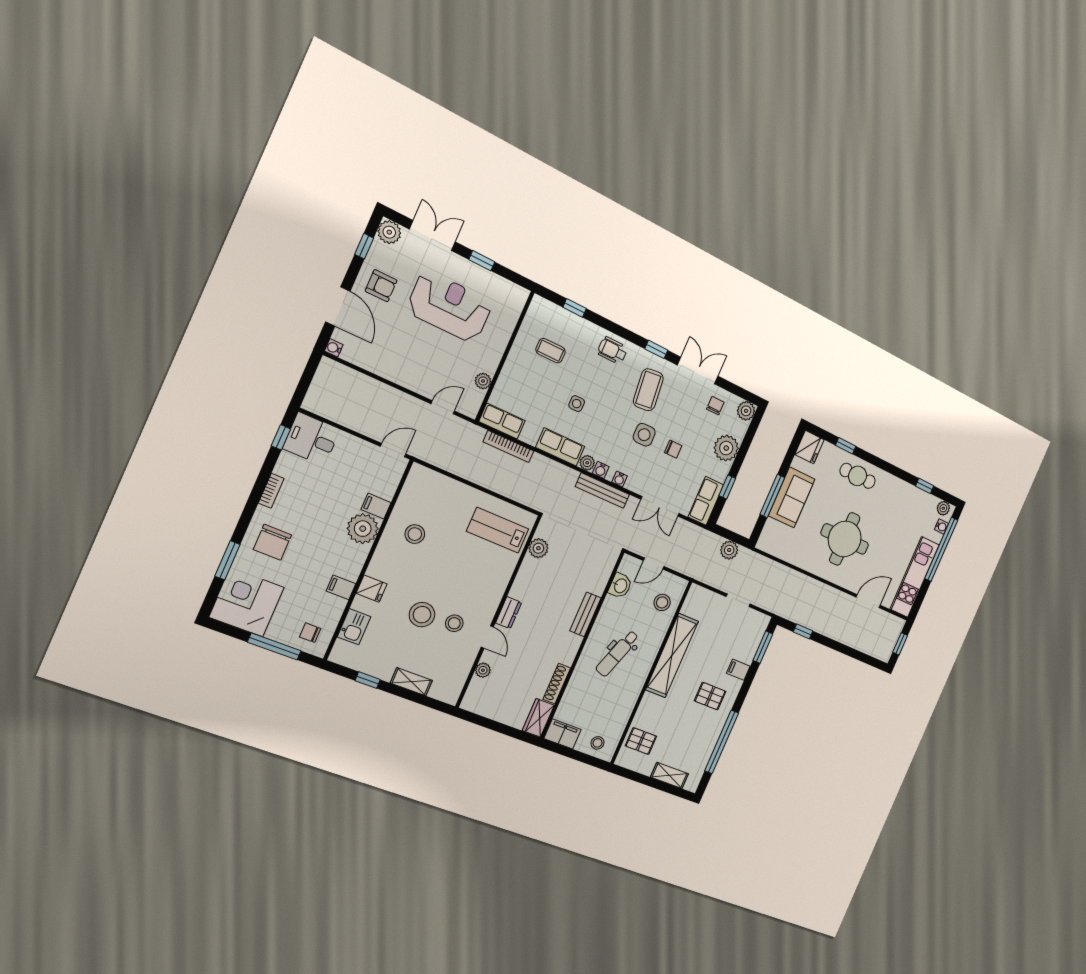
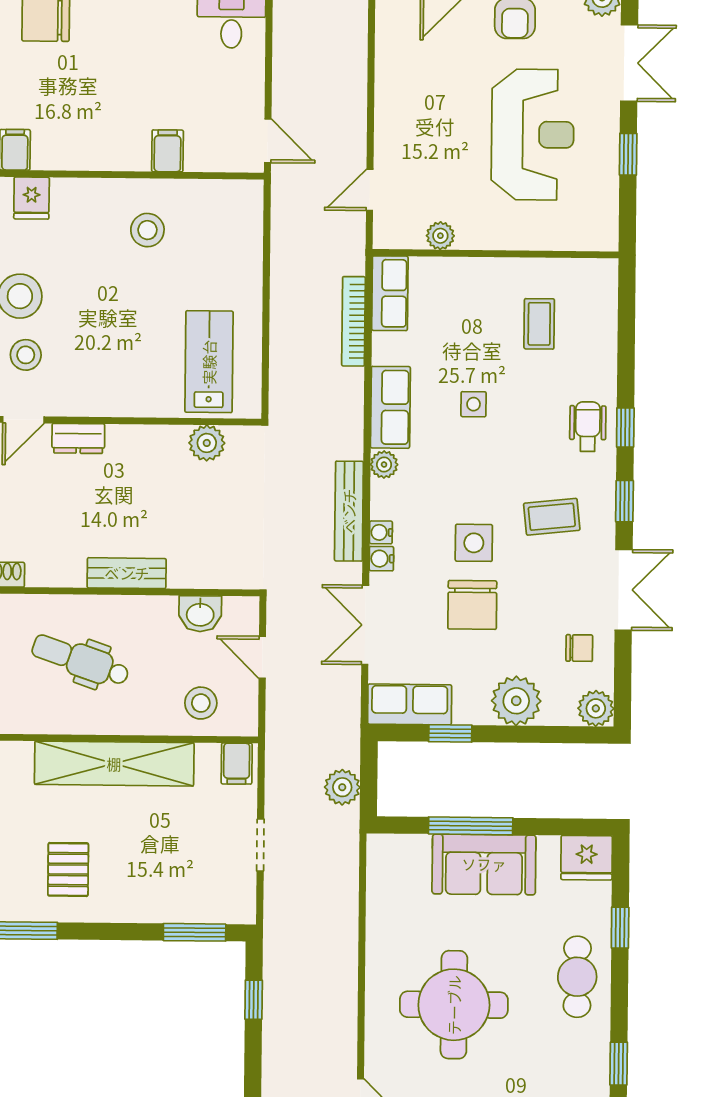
window: (575, 308) -> (625, 427), moved
coffee table: (648, 390) -> (552, 517), width x0.73, depth x0.77
door: (443, 407) -> (370, 190), swing flipped
chair: (673, 449) -> (472, 605), width x1.87, depth x1.87
water cooler: (601, 470) -> (381, 559), moved
window: (901, 474) -> (619, 1064), added
plant: (363, 529) -> (123, 145), removed
filing cabinet: (738, 670) -> (237, 764), moved, turned 180

